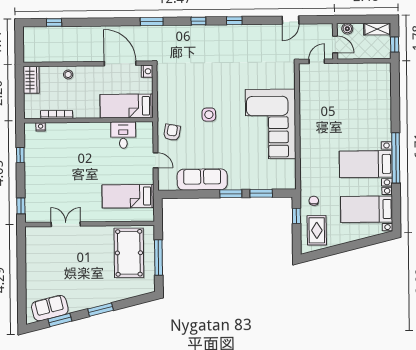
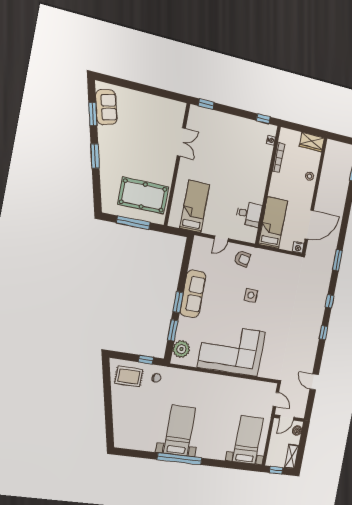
window: (20, 155) -> (263, 119), moved
sofa: (202, 180) -> (193, 294), moved
plant: (279, 180) -> (181, 349), added
bed with nightstands: (367, 209) -> (248, 440), moved

